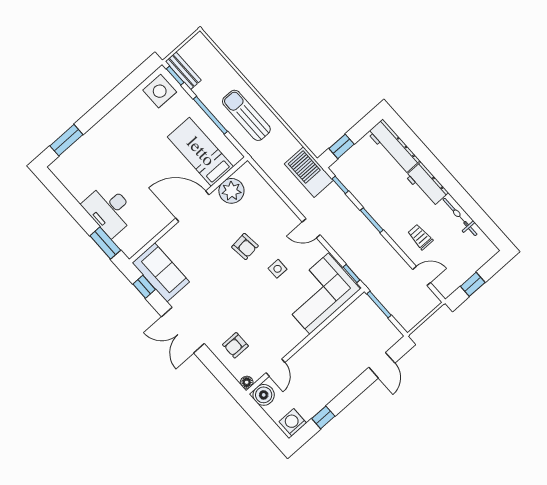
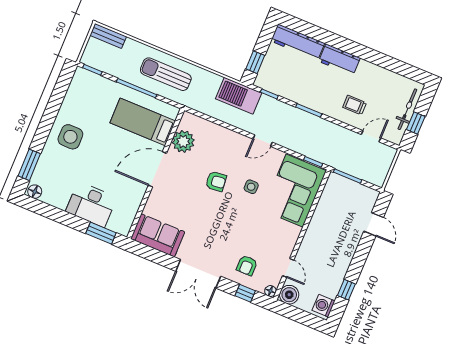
bench: (183, 71) -> (108, 36), moved
side table: (160, 91) -> (70, 137), moved
floor lamp: (59, 170) -> (35, 192), added
bicycle: (460, 217) -> (407, 109), moved, turned 90
window: (144, 287) -> (245, 293), moved

